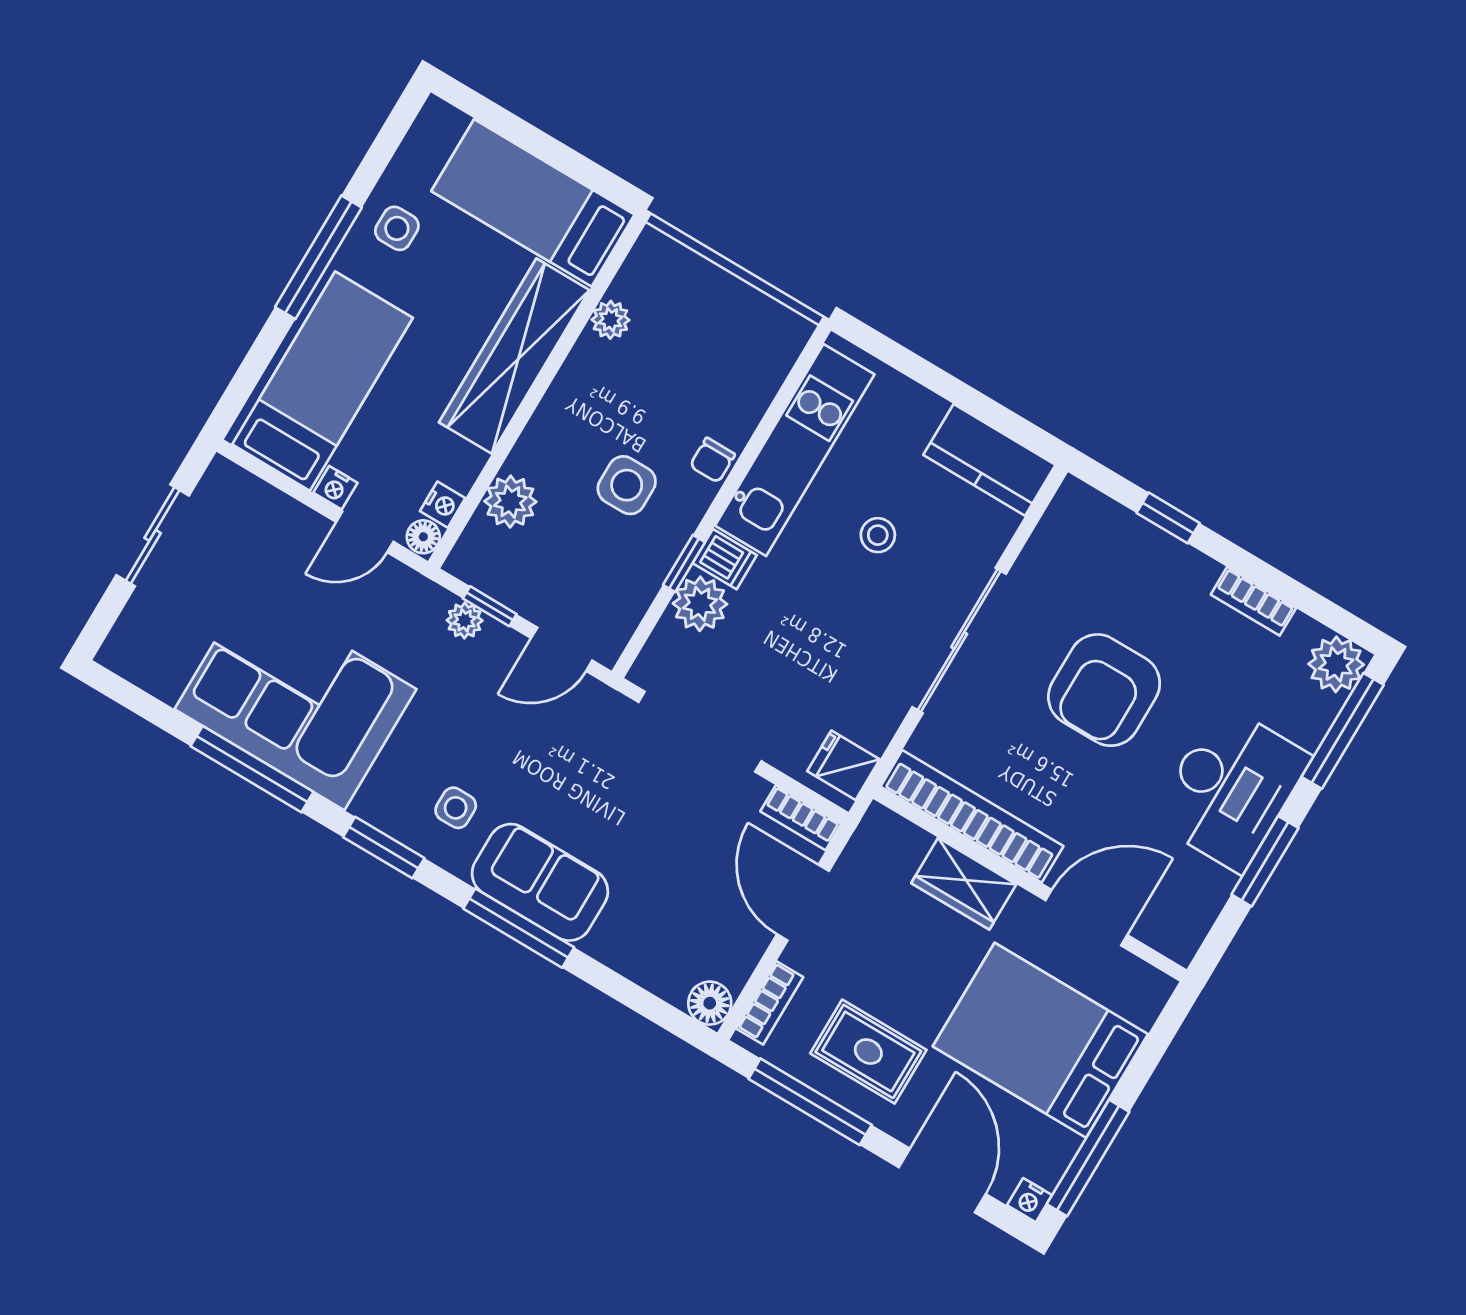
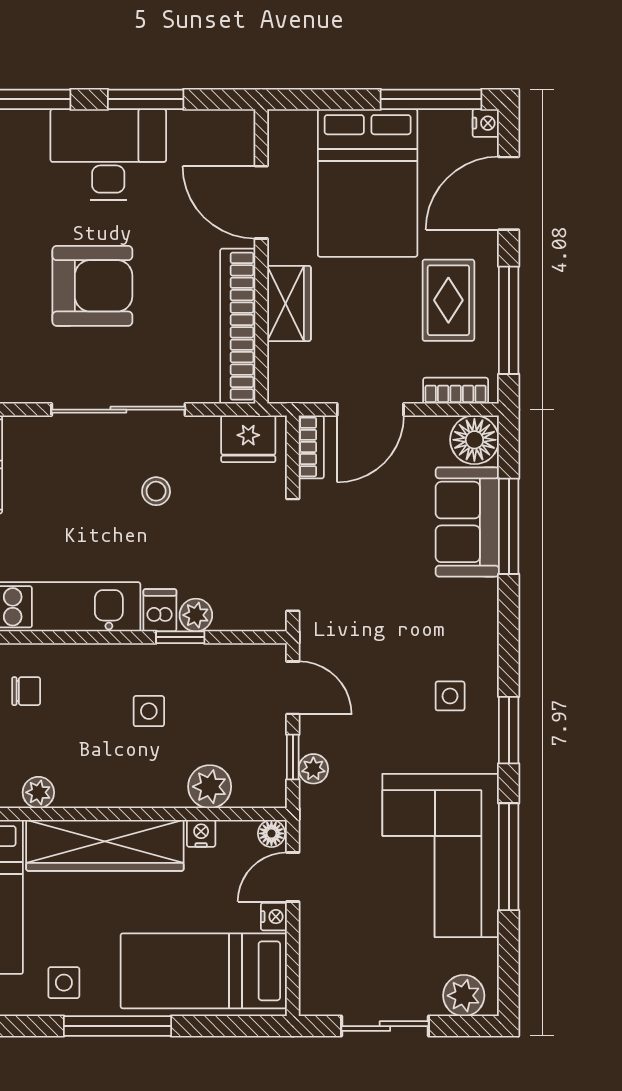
chair: (712, 460) -> (26, 691), moved
side table: (627, 485) -> (149, 711), width x0.73, depth x0.73
nightstand: (443, 505) -> (201, 833), moved
door: (365, 532) -> (293, 877), swing flipped
stool: (878, 535) -> (156, 491), moved
plant: (700, 604) -> (196, 615), width x0.73, depth x0.73
plant: (135, 636) -> (464, 996), added
fridge: (844, 765) -> (248, 439), width x1.38
sofa: (540, 882) -> (467, 522), moved
window: (519, 928) -> (509, 526), moved
floor lamp: (710, 1003) -> (474, 440), width x1.38, depth x1.38

